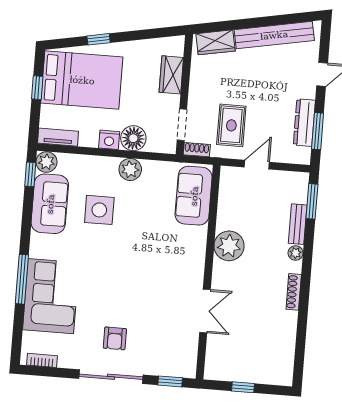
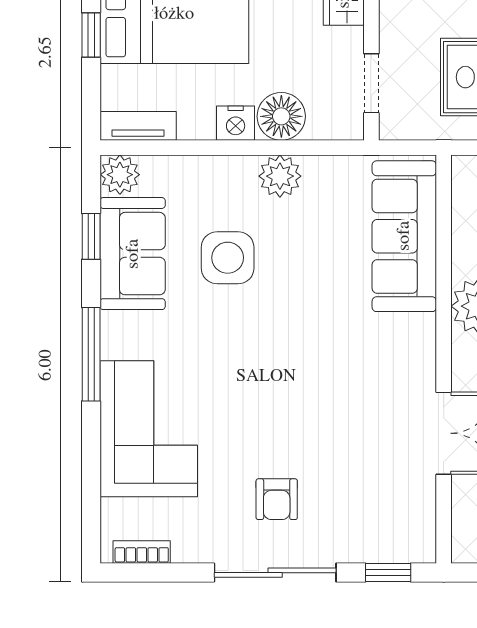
shoe rack: (197, 150) -> (403, 128), removed
window: (30, 174) -> (91, 236), moved
sofa: (194, 196) -> (404, 236), width x1.36
window: (22, 279) -> (91, 354), moved

